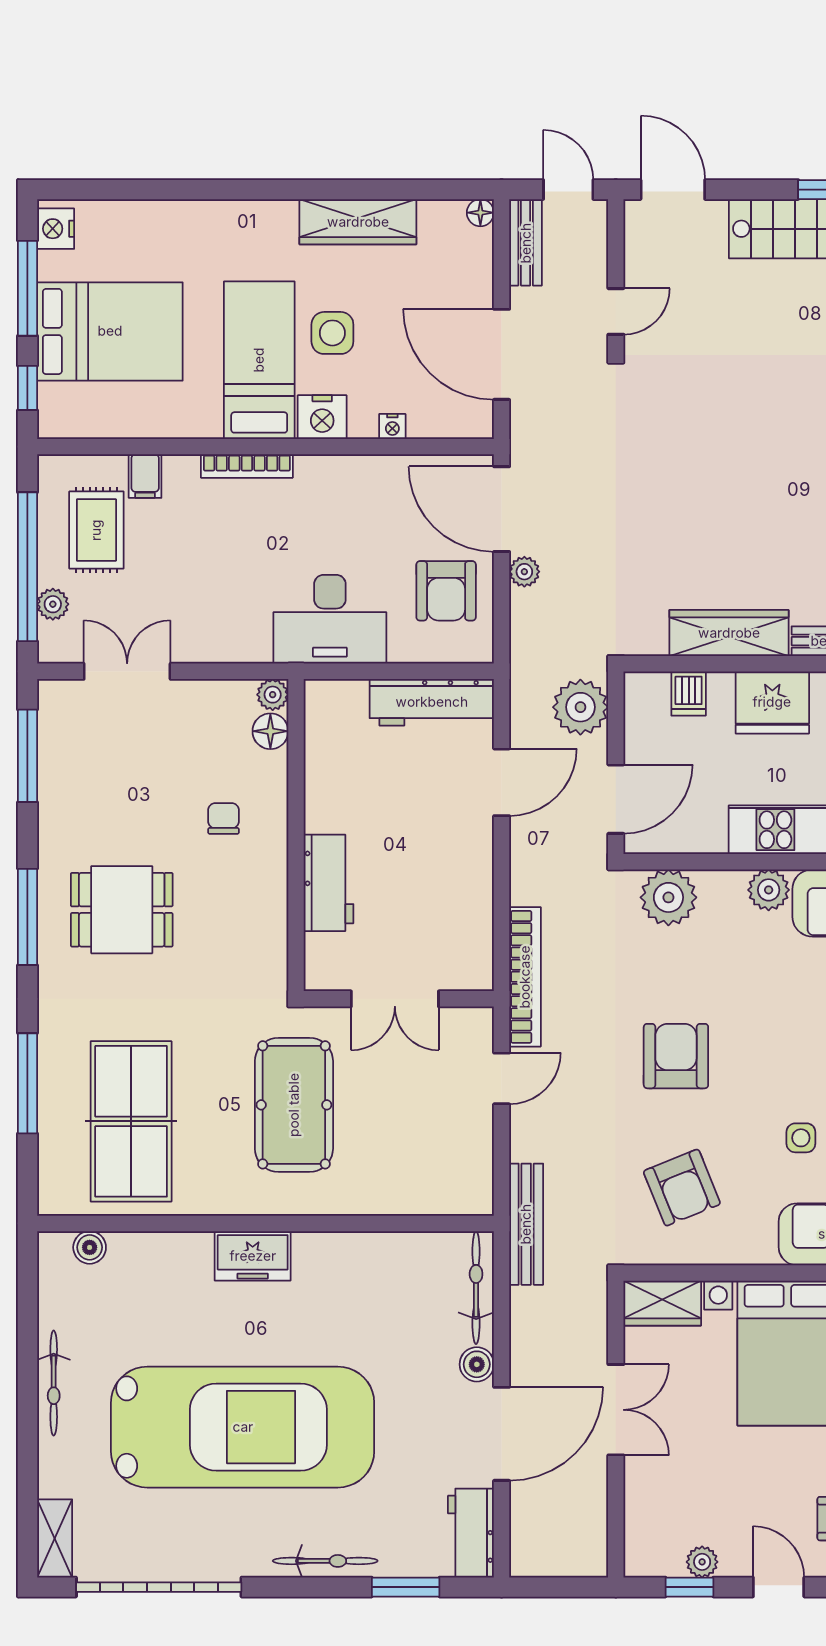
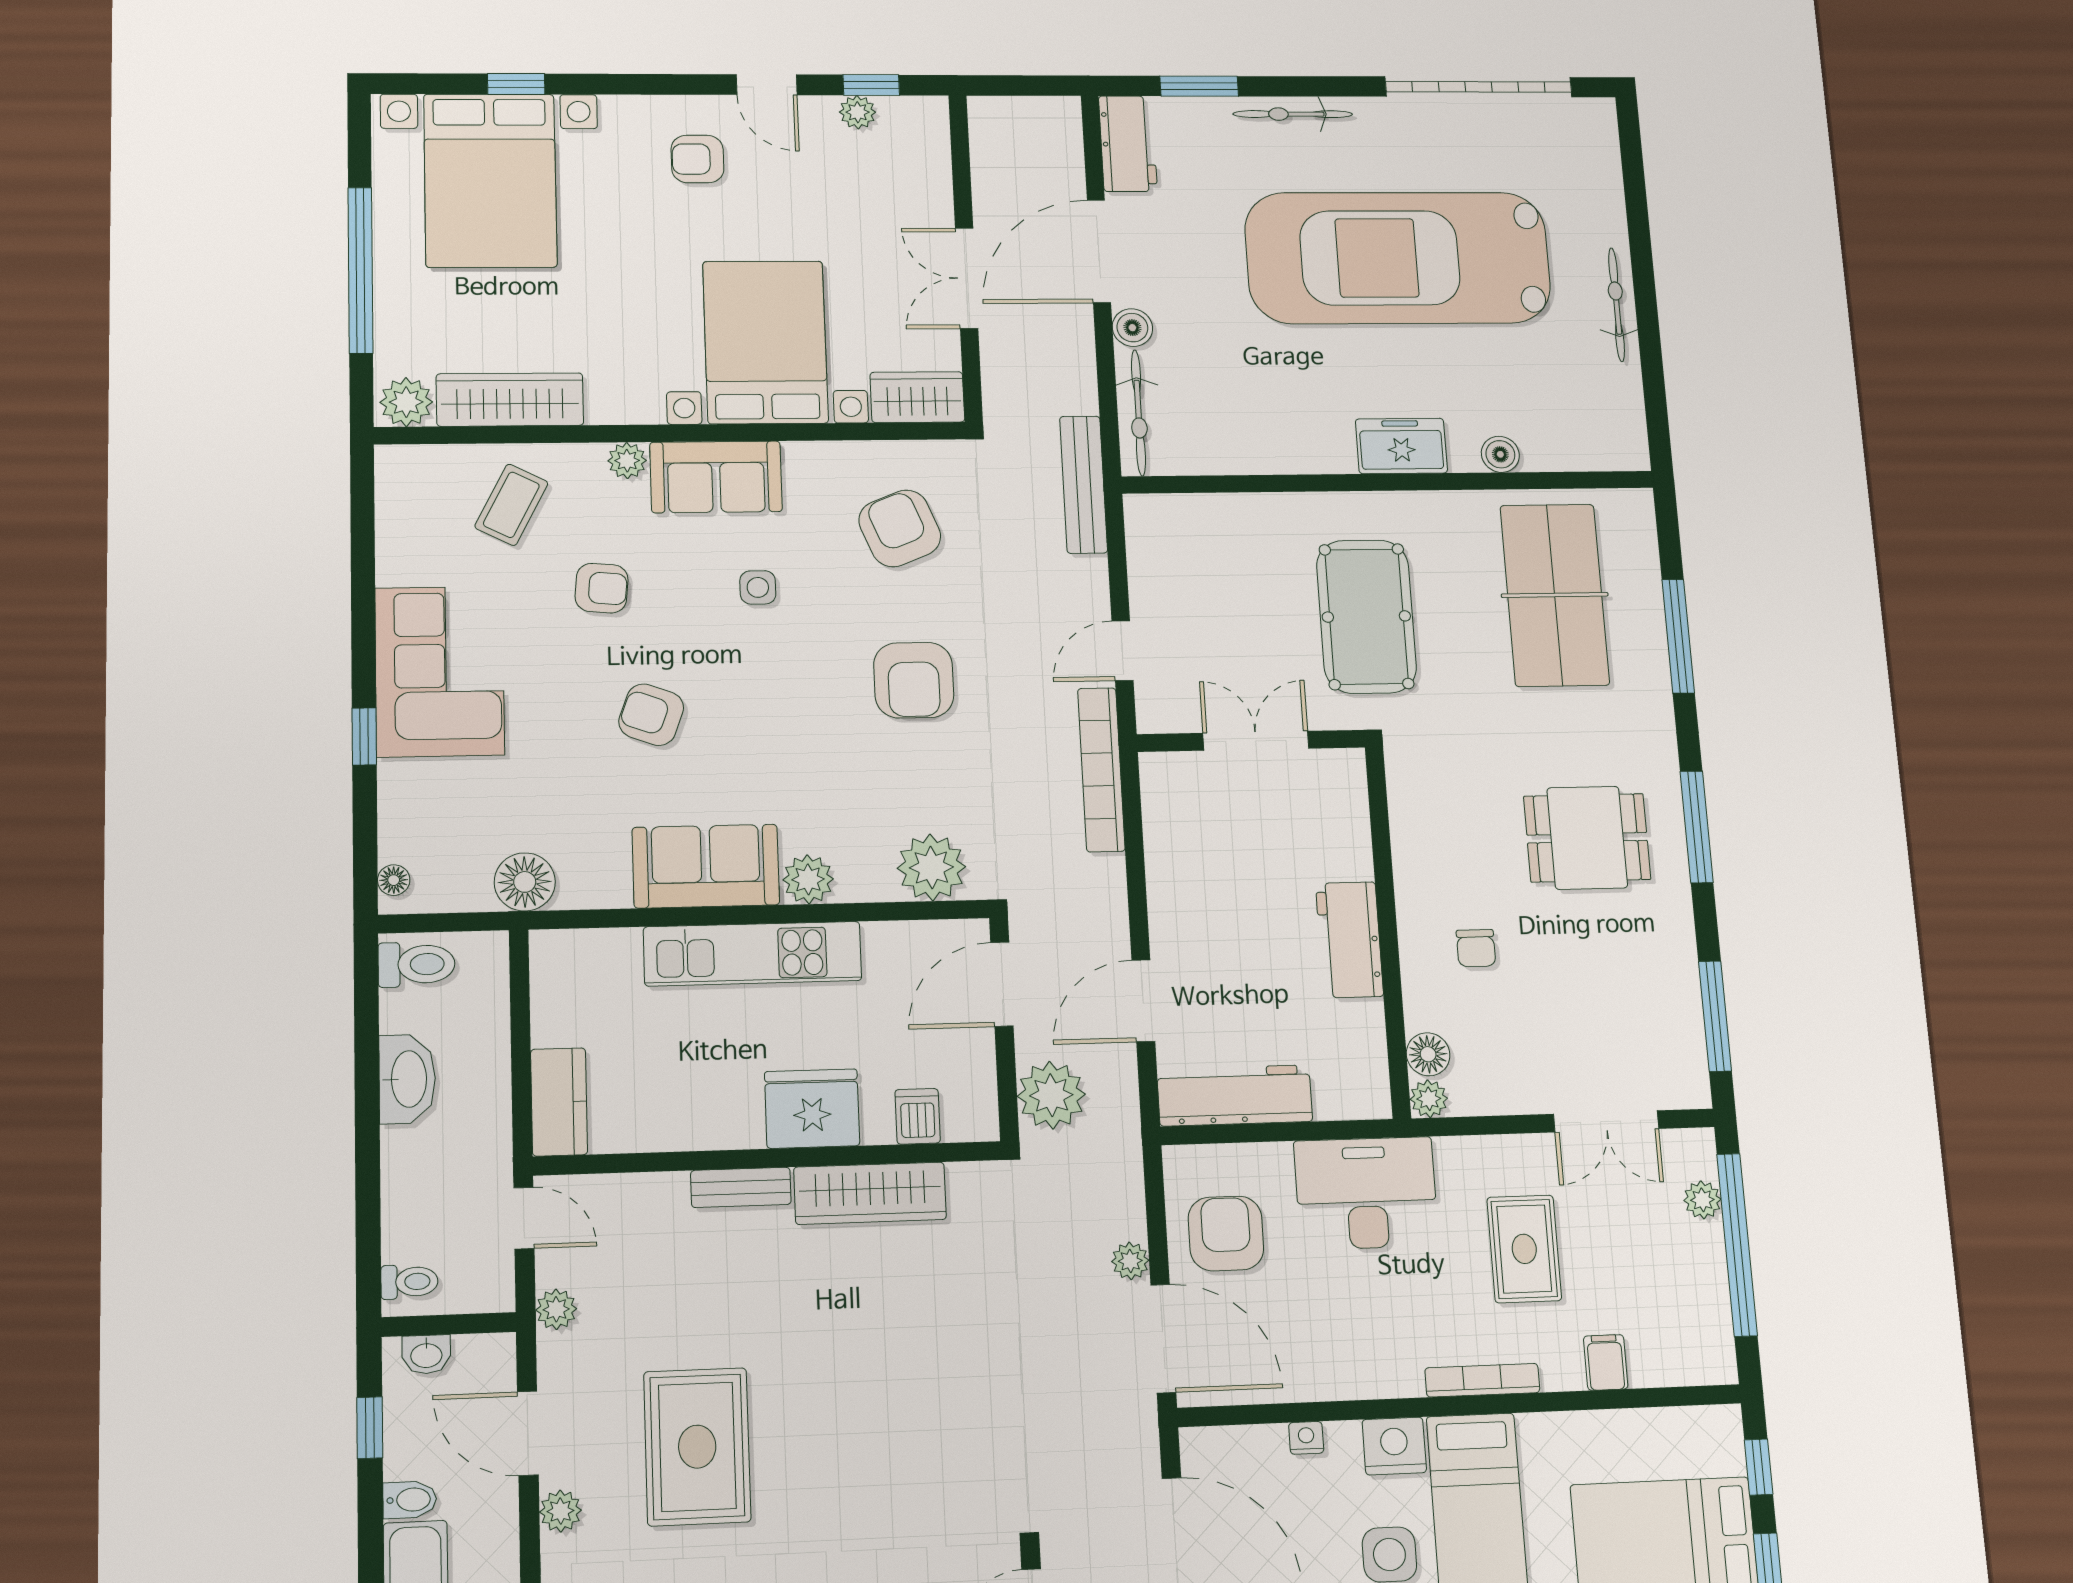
rug: (96, 530) -> (1524, 1249), moved
workbench: (328, 883) -> (1349, 940), moved
boiler: (90, 1247) -> (1500, 454), moved
shelving: (55, 1538) -> (1600, 138), removed

